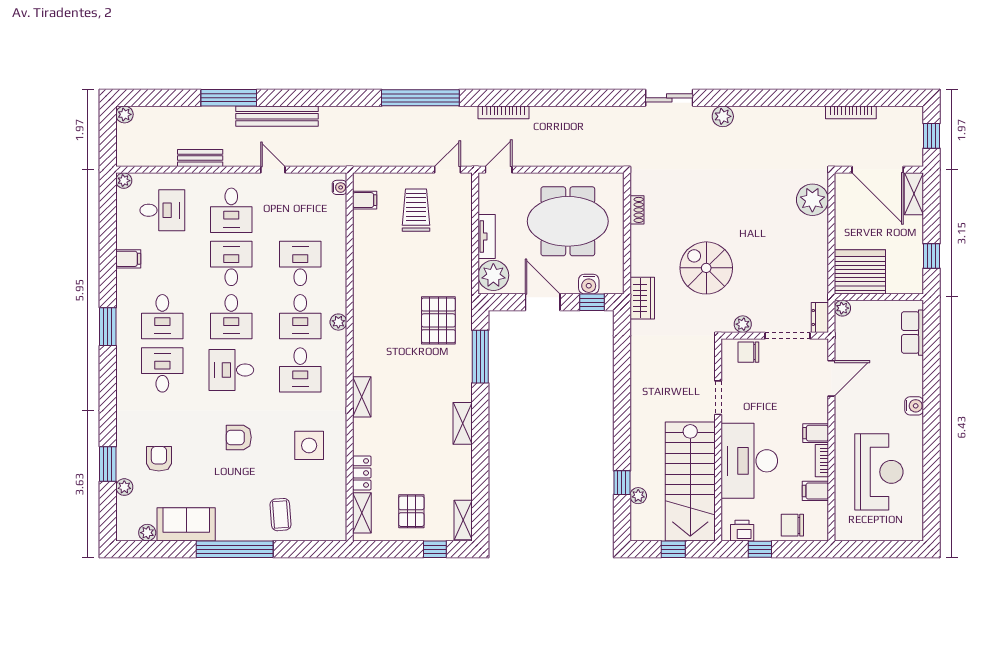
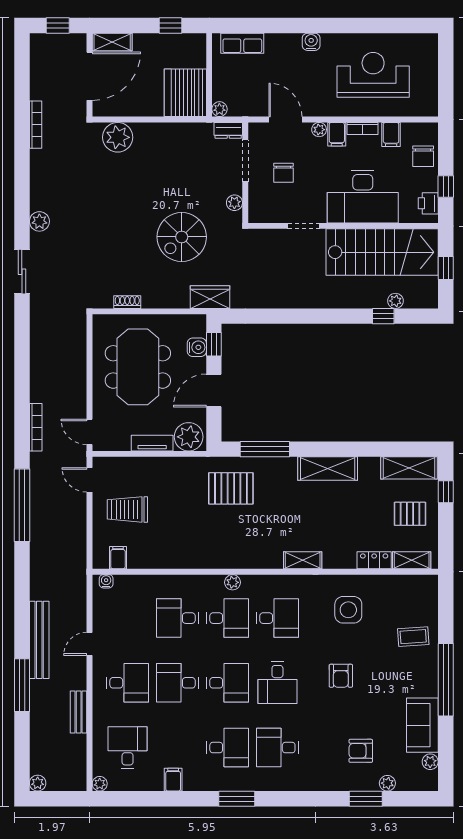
bookcase: (851, 112) -> (36, 125), moved
chair: (748, 352) -> (284, 173), moved
plant: (821, 414) -> (319, 130), added
shelving: (463, 423) -> (328, 469), width x1.50, depth x1.33
shelving: (463, 520) -> (409, 468), width x1.50, depth x1.33

